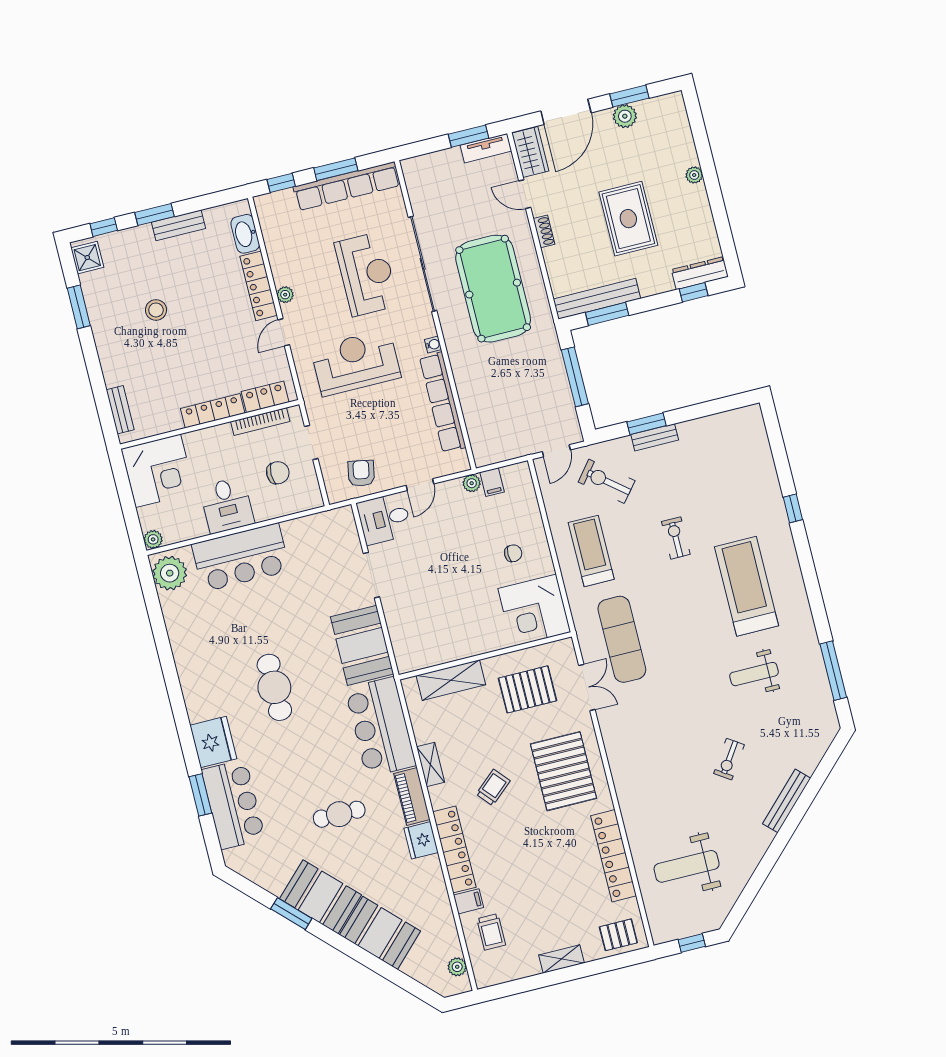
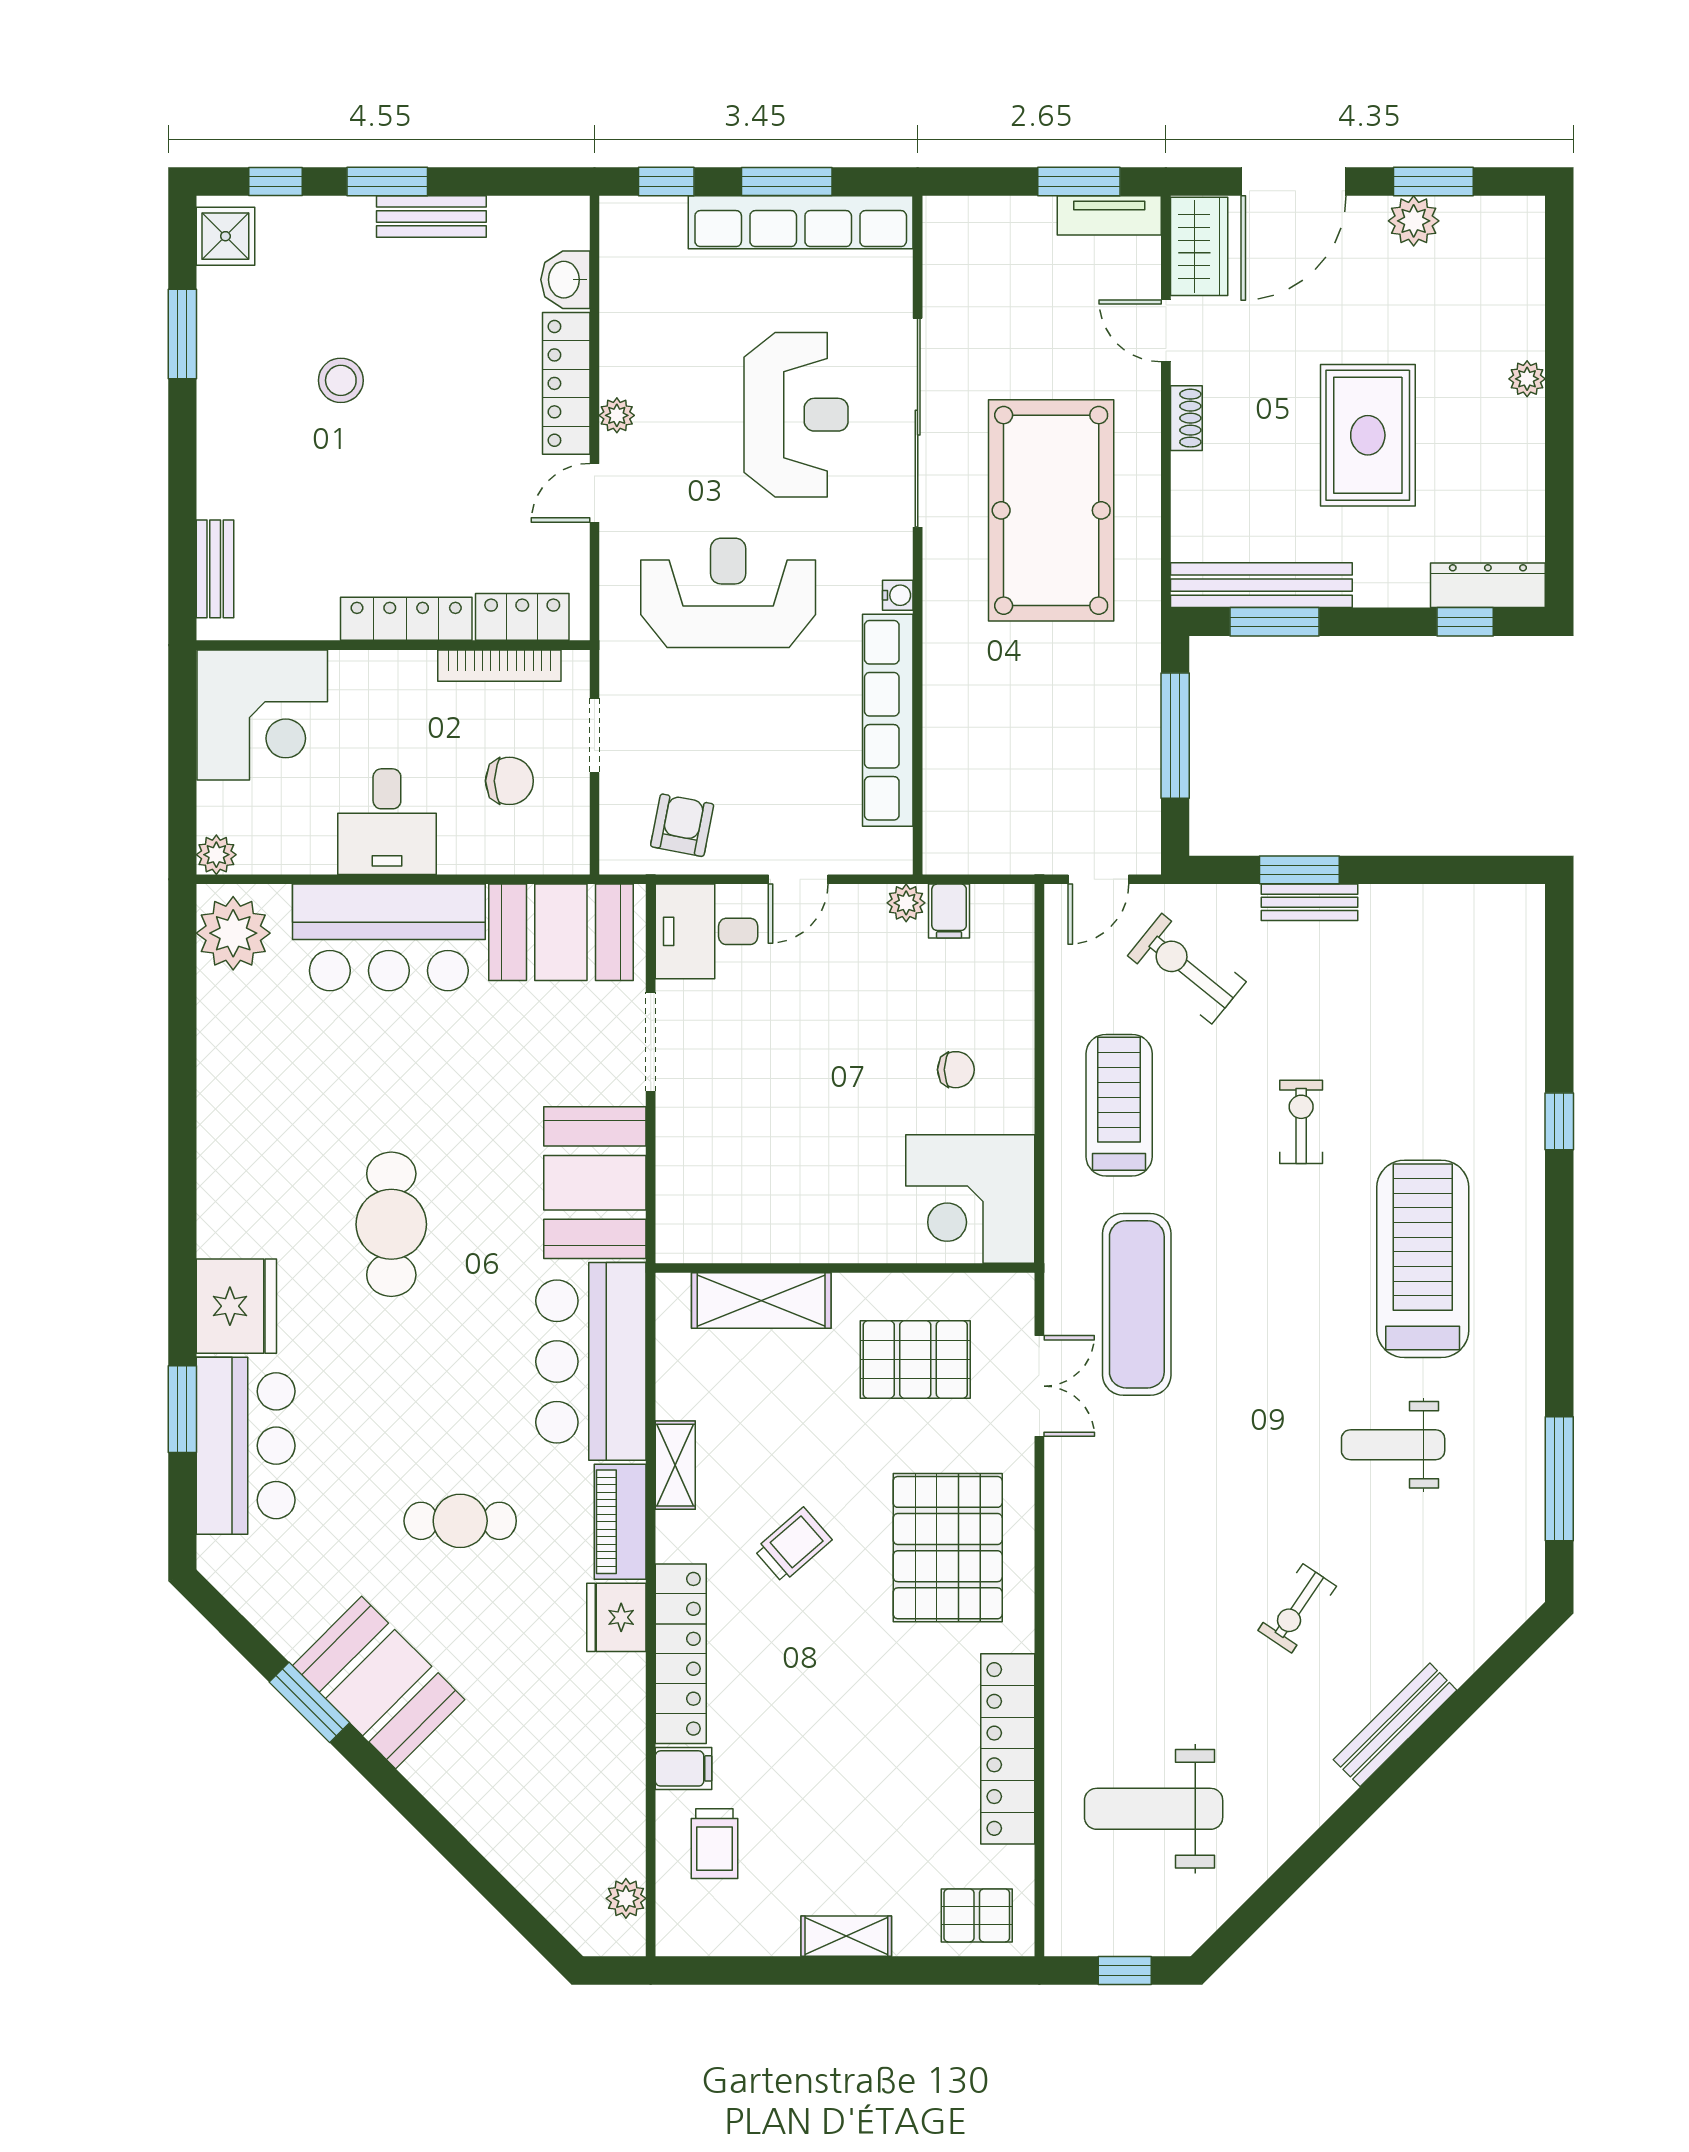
washbasin: (245, 234) -> (565, 280), width x0.72
booth: (380, 933) -> (561, 932), moved, turned -45

